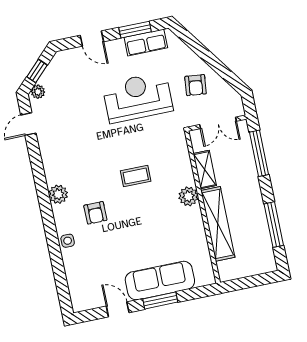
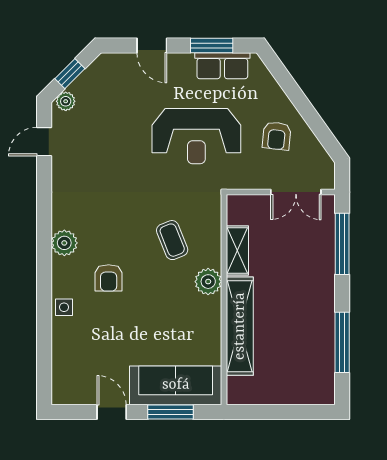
reception desk: (138, 97) -> (196, 136), turned 180
shelving: (205, 170) -> (237, 251), moved
coffee table: (136, 176) -> (172, 240), turned 68
plant: (188, 196) -> (208, 282), moved
wall: (202, 207) -> (224, 300), moved
shelving: (218, 224) -> (240, 326), moved

